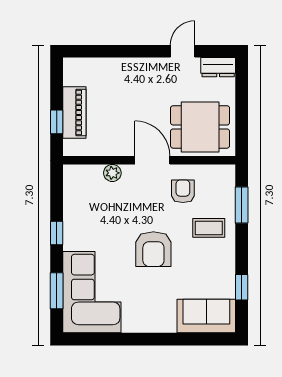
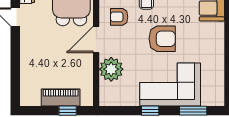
plant: (112, 173) -> (111, 69), width x1.88, depth x1.88
corner sofa: (92, 292) -> (170, 84), moved

